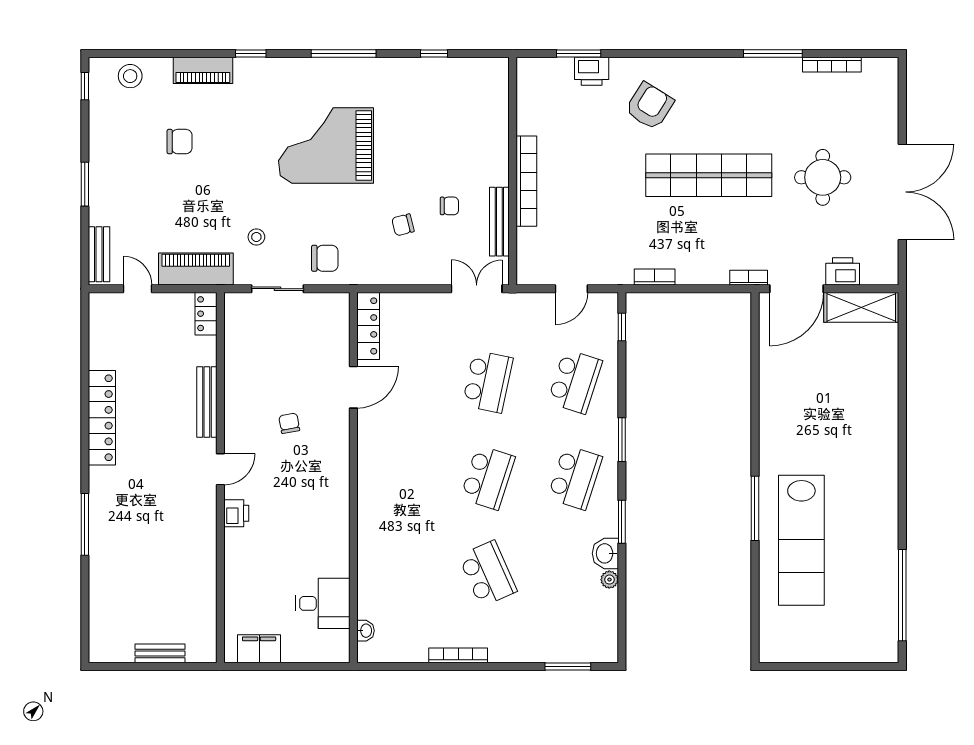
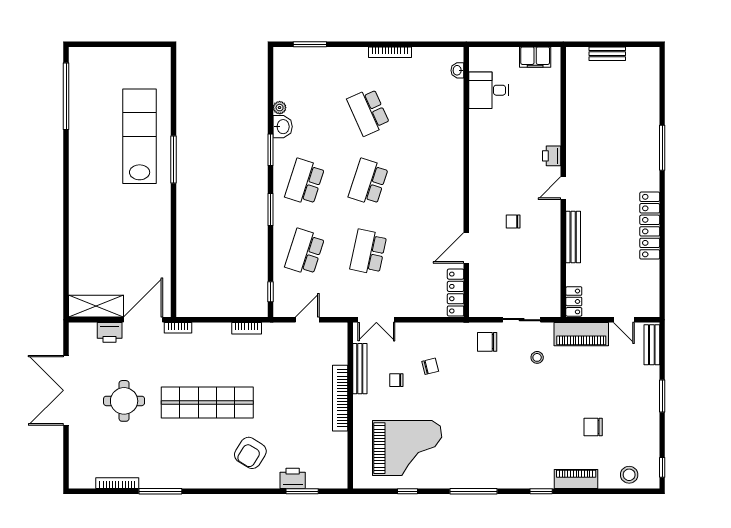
grand piano: (326, 145) -> (407, 448), moved
chair: (289, 423) -> (513, 222), turned 100

